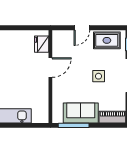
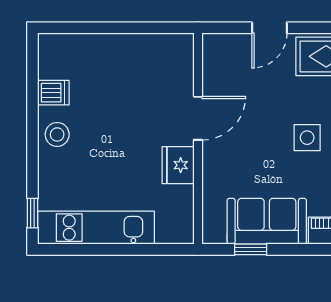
fridge: (42, 44) -> (178, 165), moved
window: (74, 125) -> (251, 249), width x0.46

